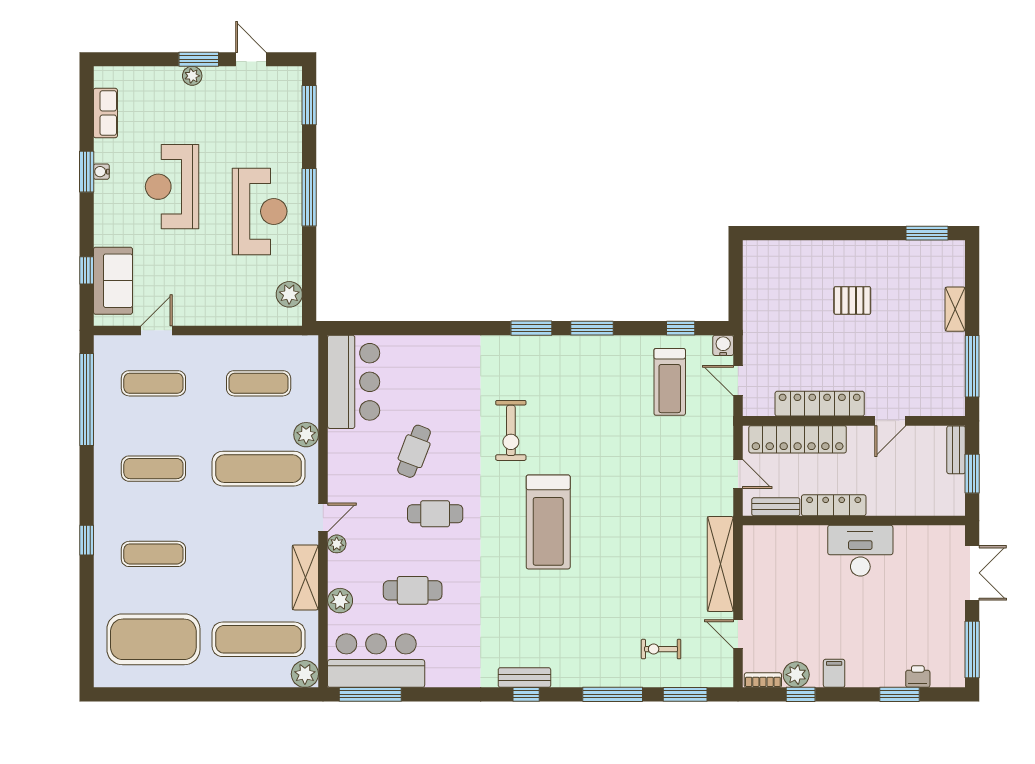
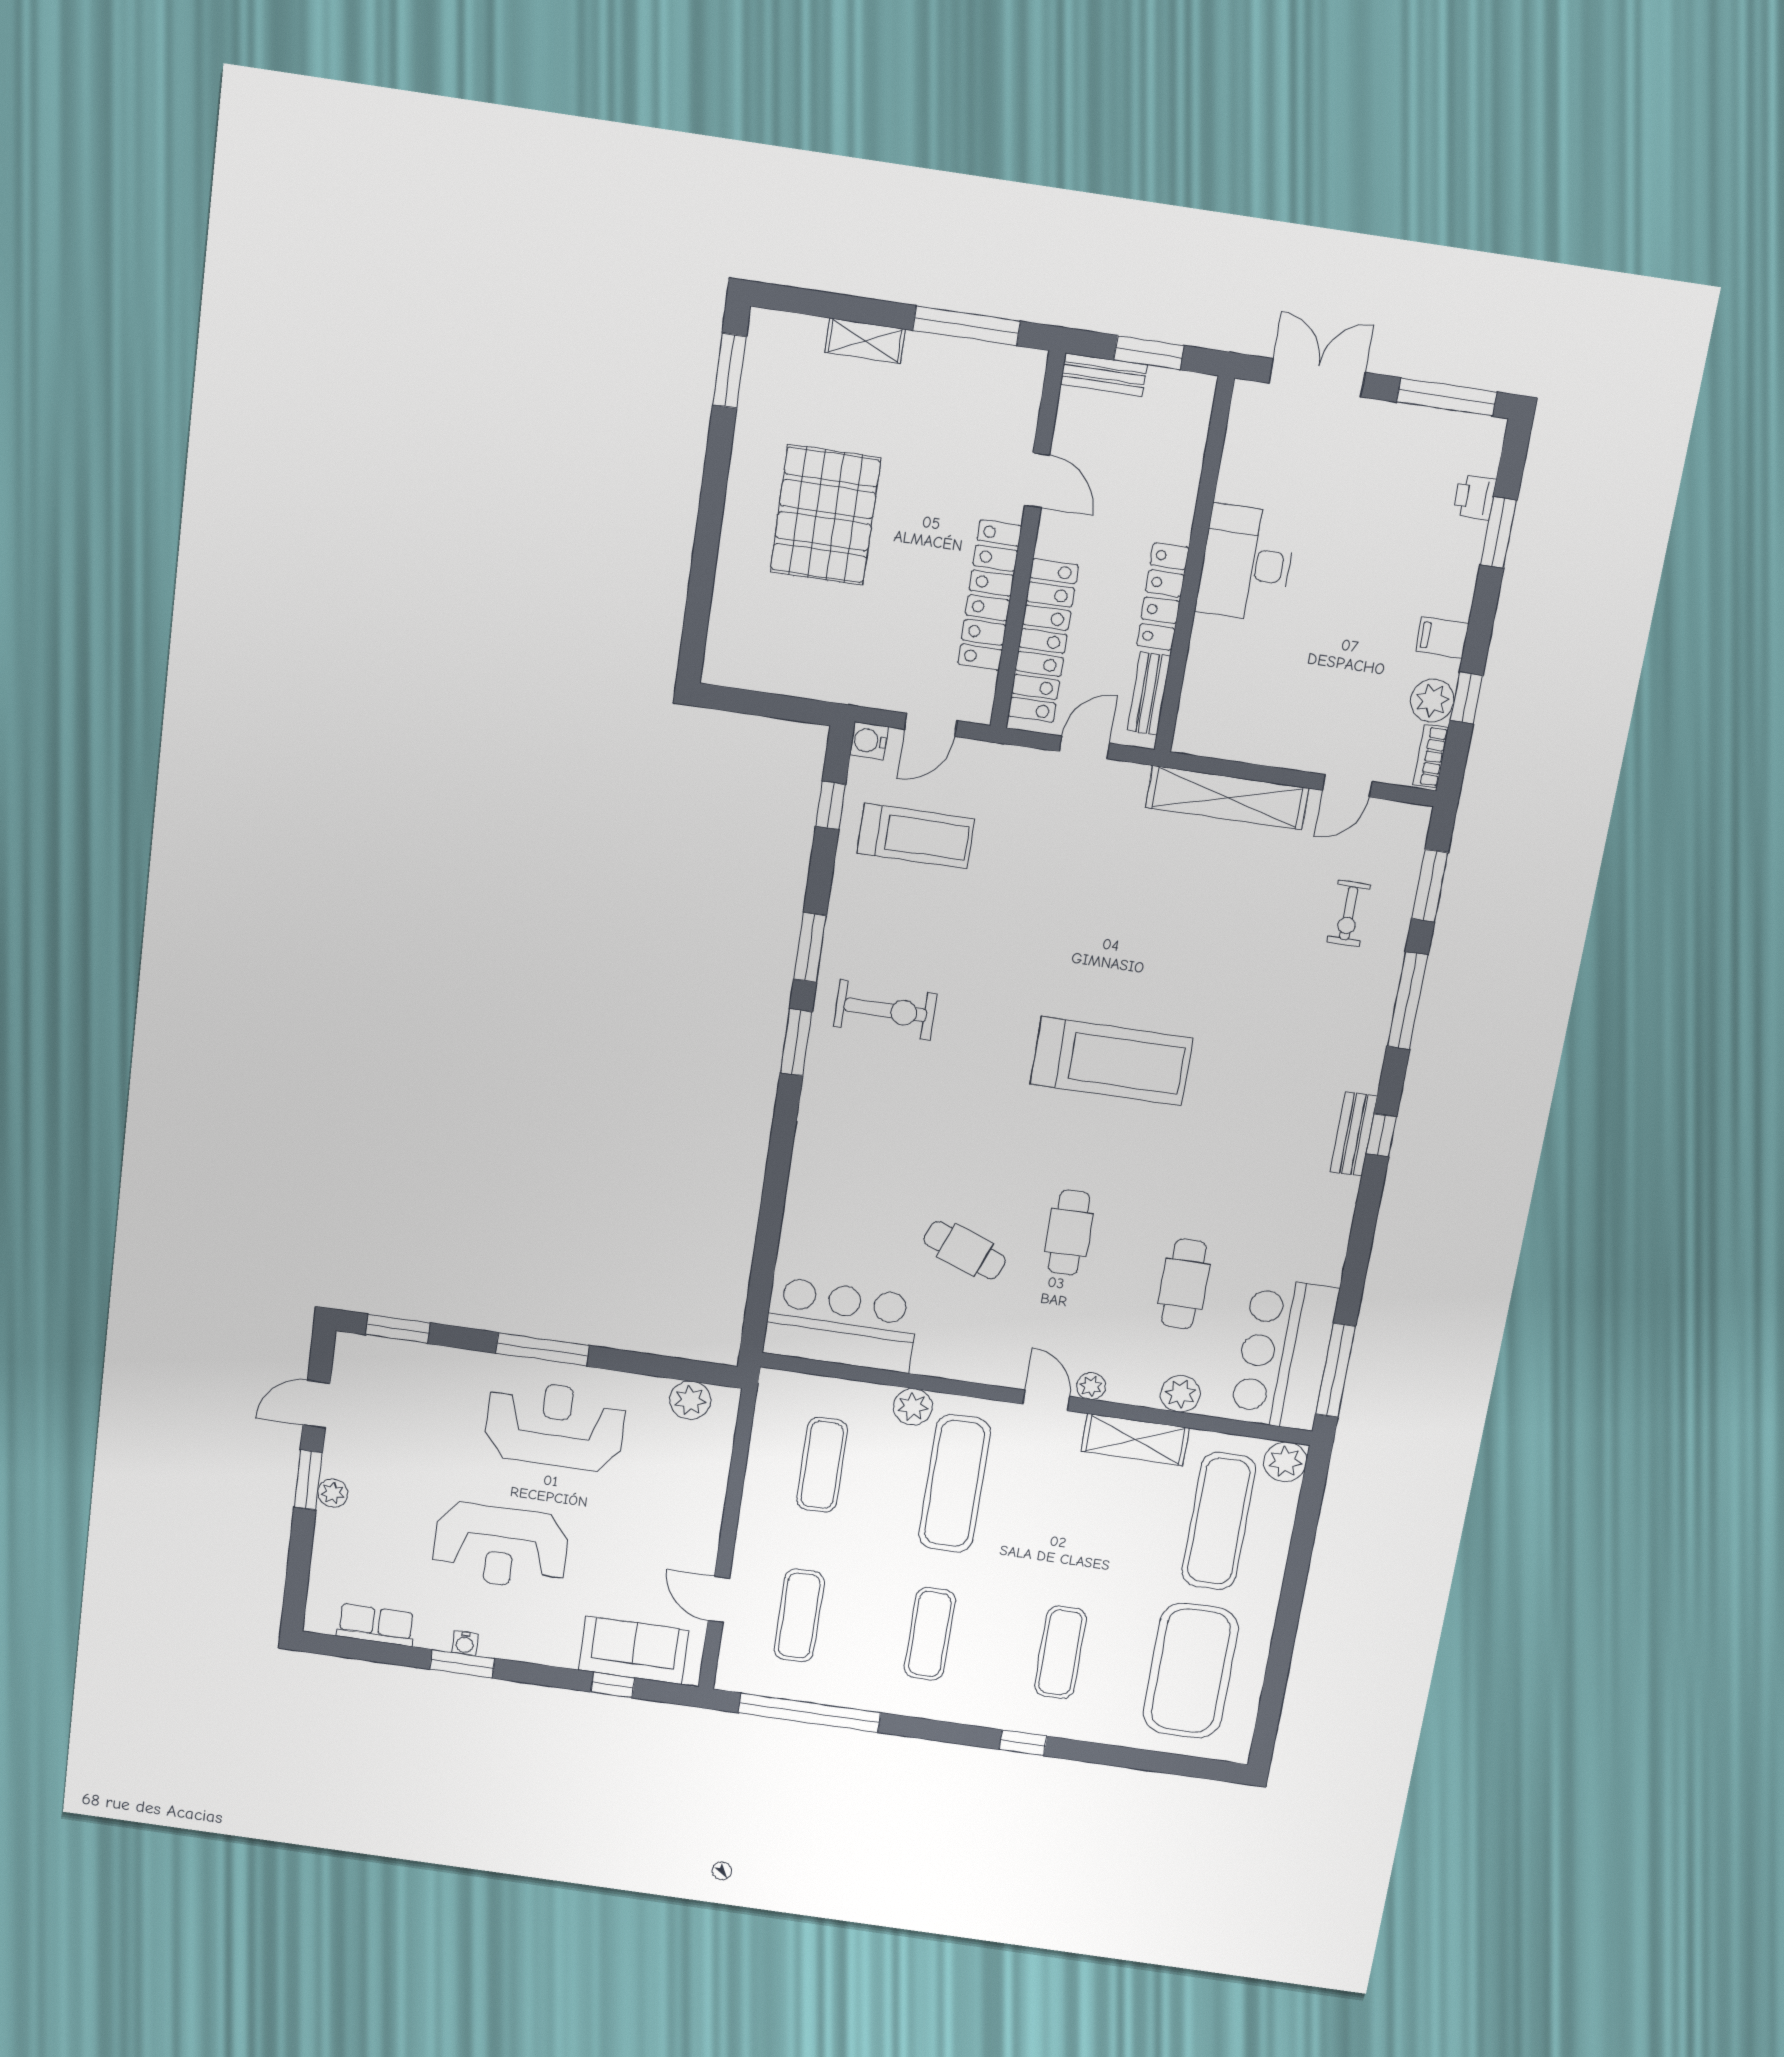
pallet: (852, 300) -> (825, 515), width x2.05, depth x2.00
exercise bike: (511, 430) -> (885, 1010), moved

